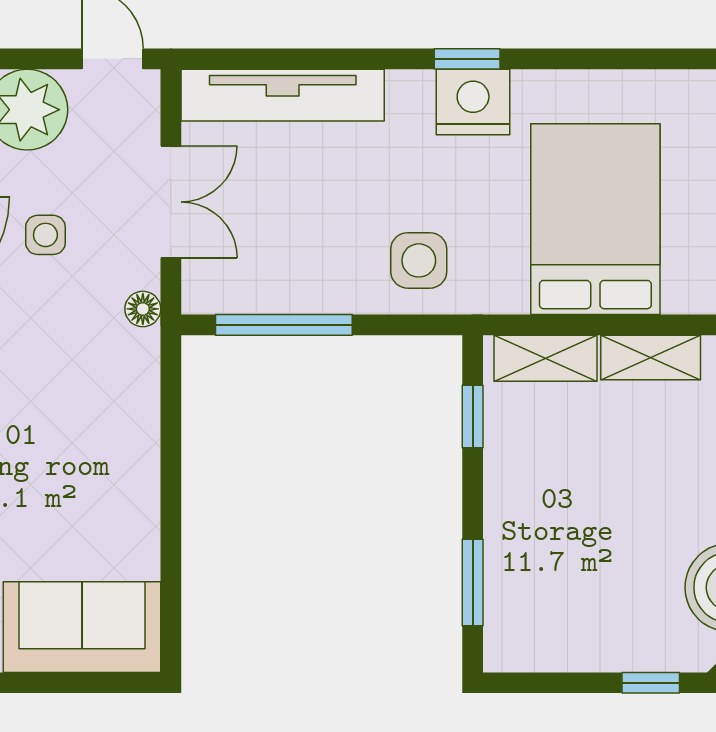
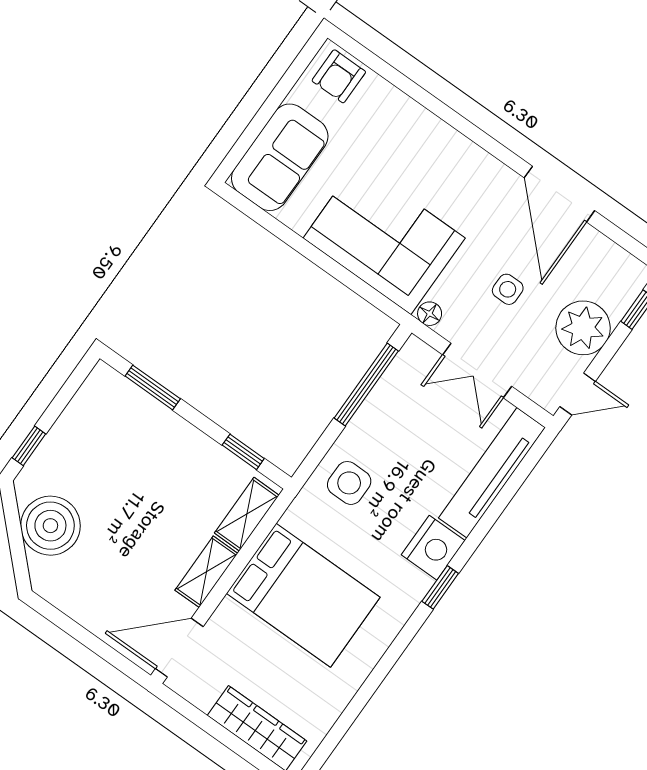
nightstand: (473, 102) -> (433, 548), moved
corner sofa: (90, 430) -> (384, 238), added

